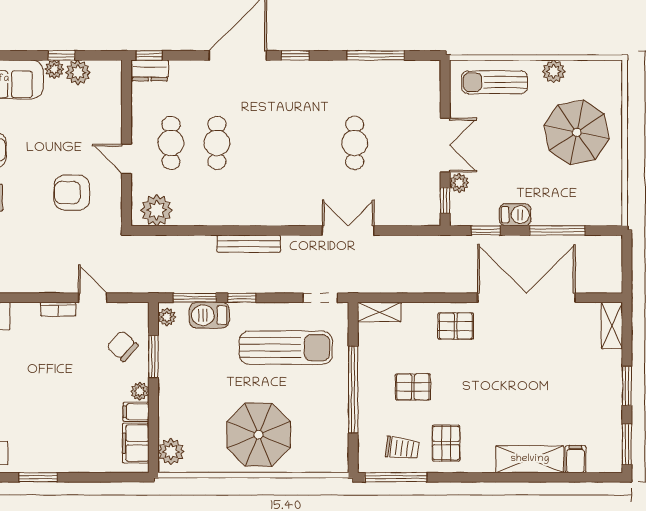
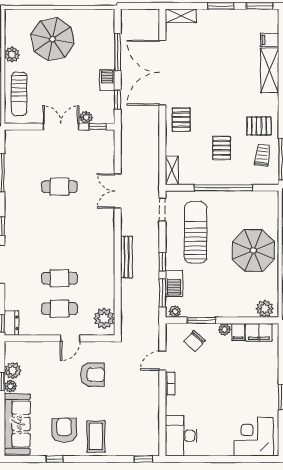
armchair: (72, 193) -> (93, 375), turned -90

